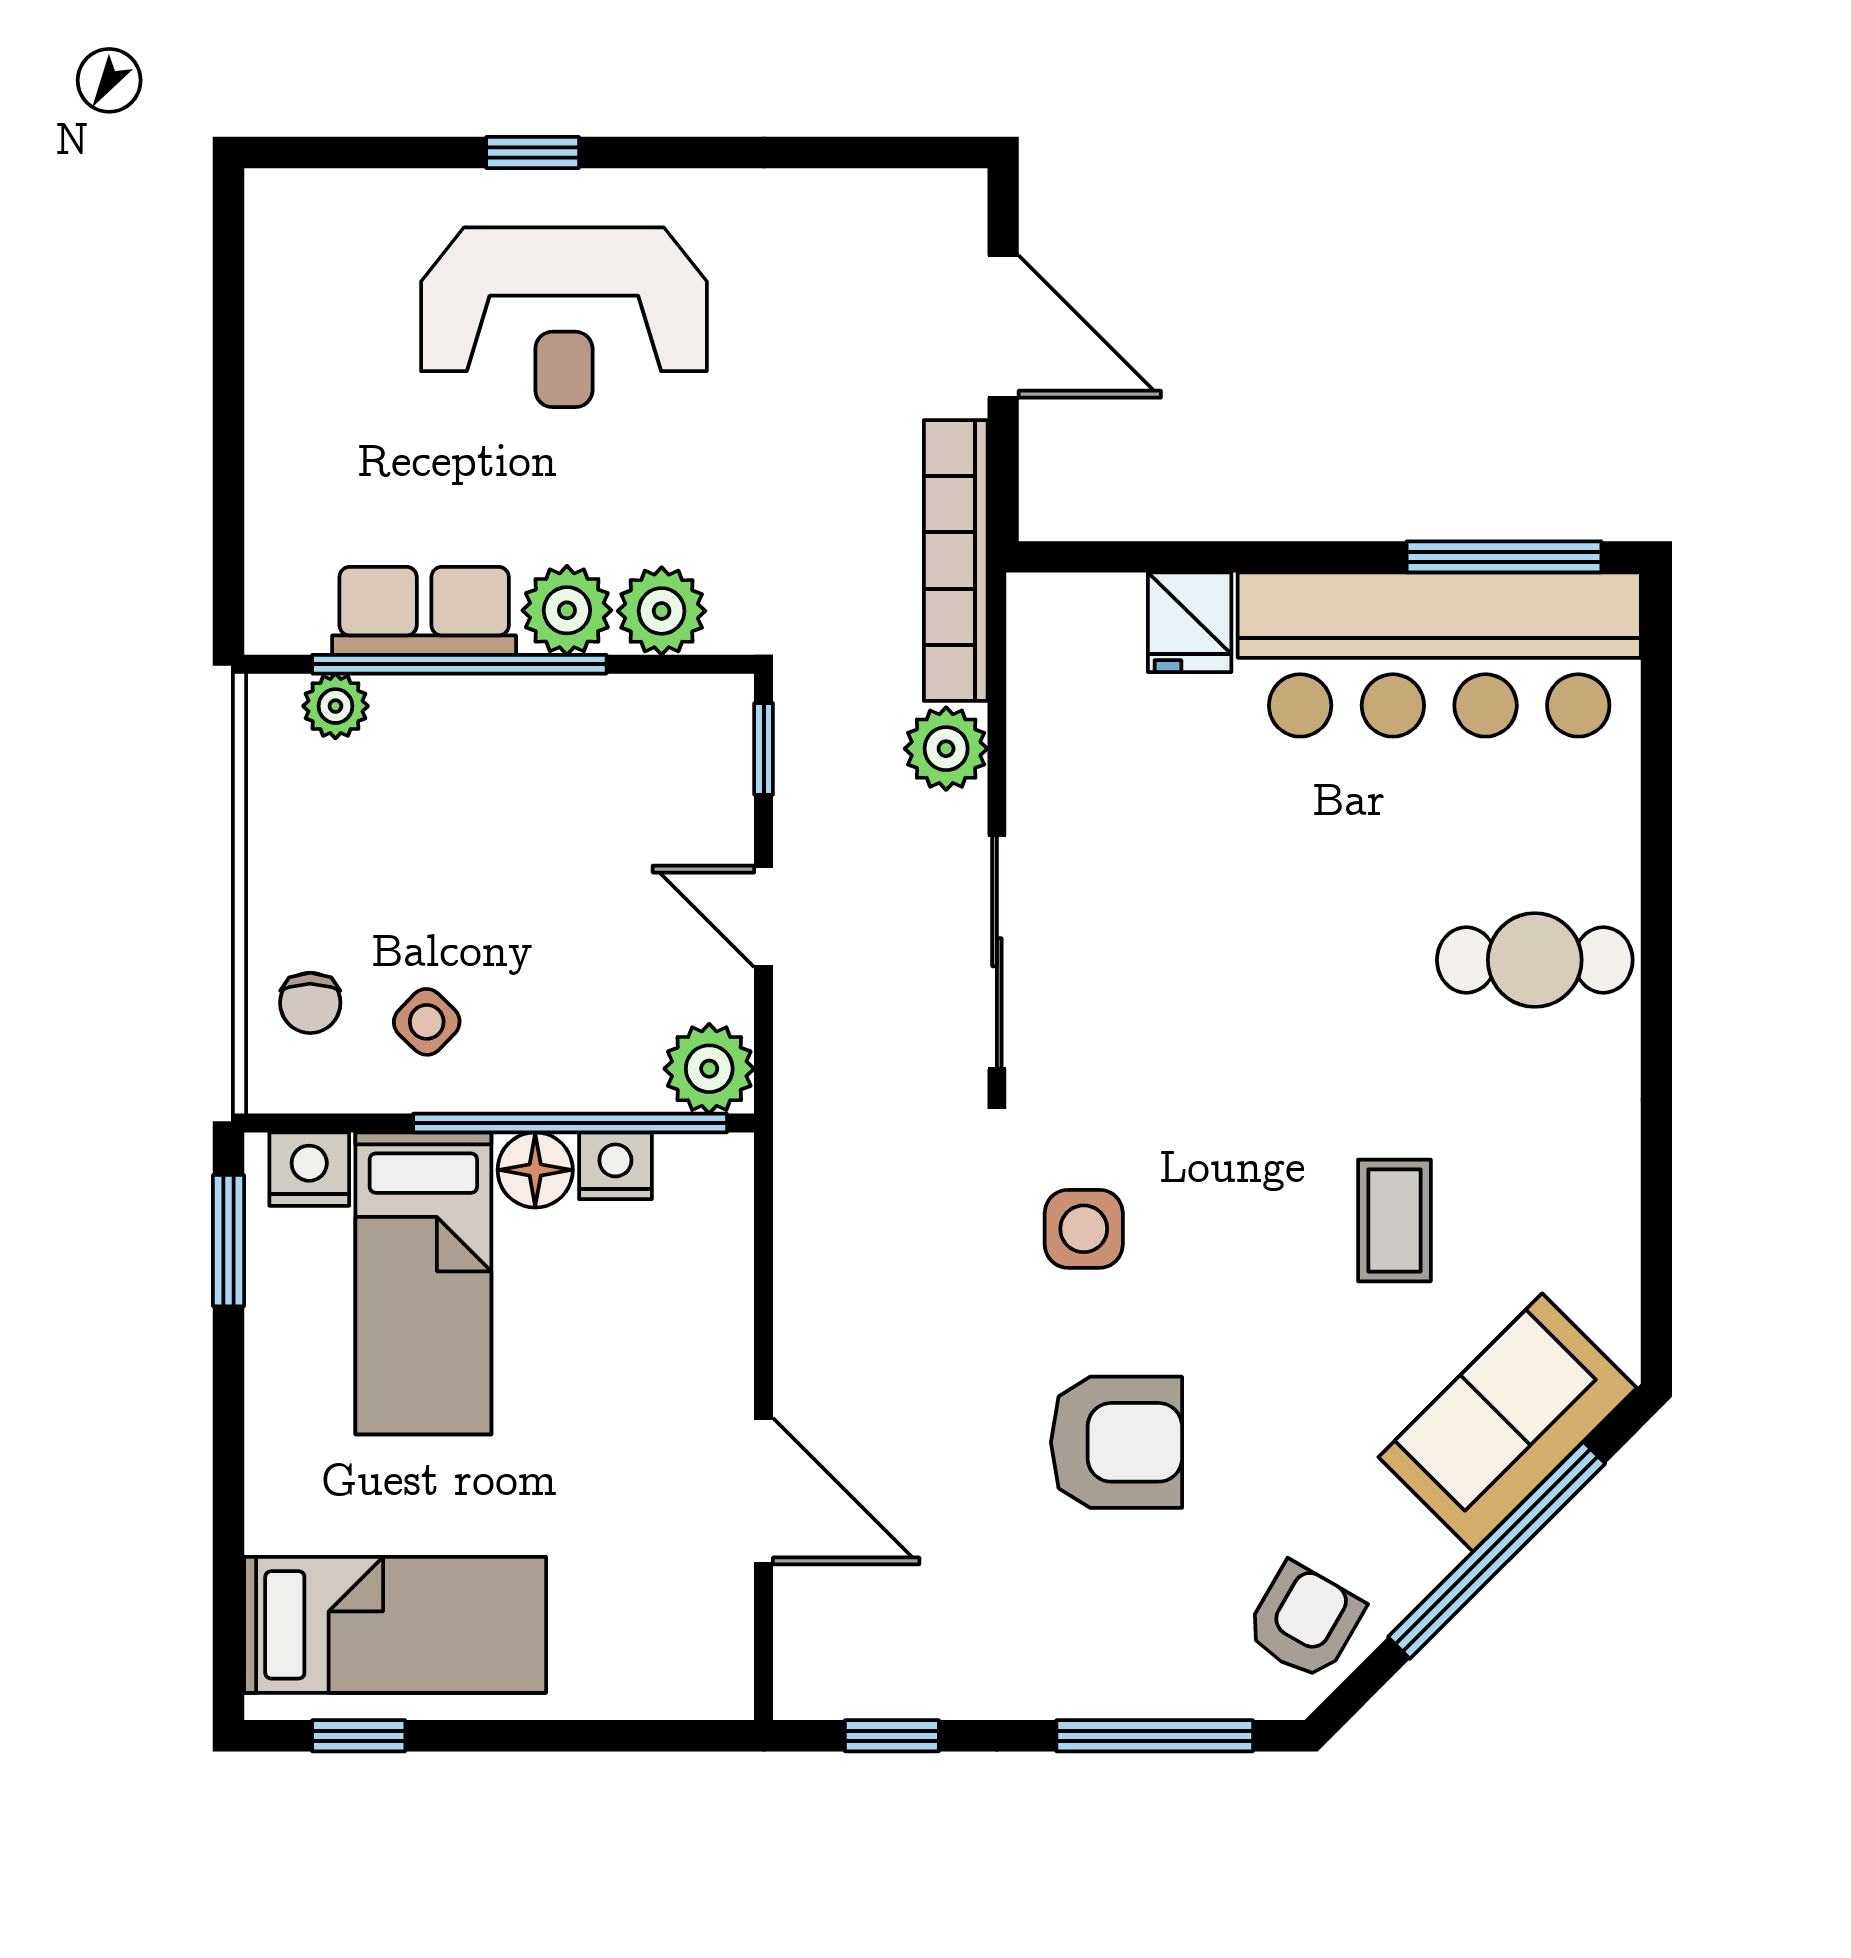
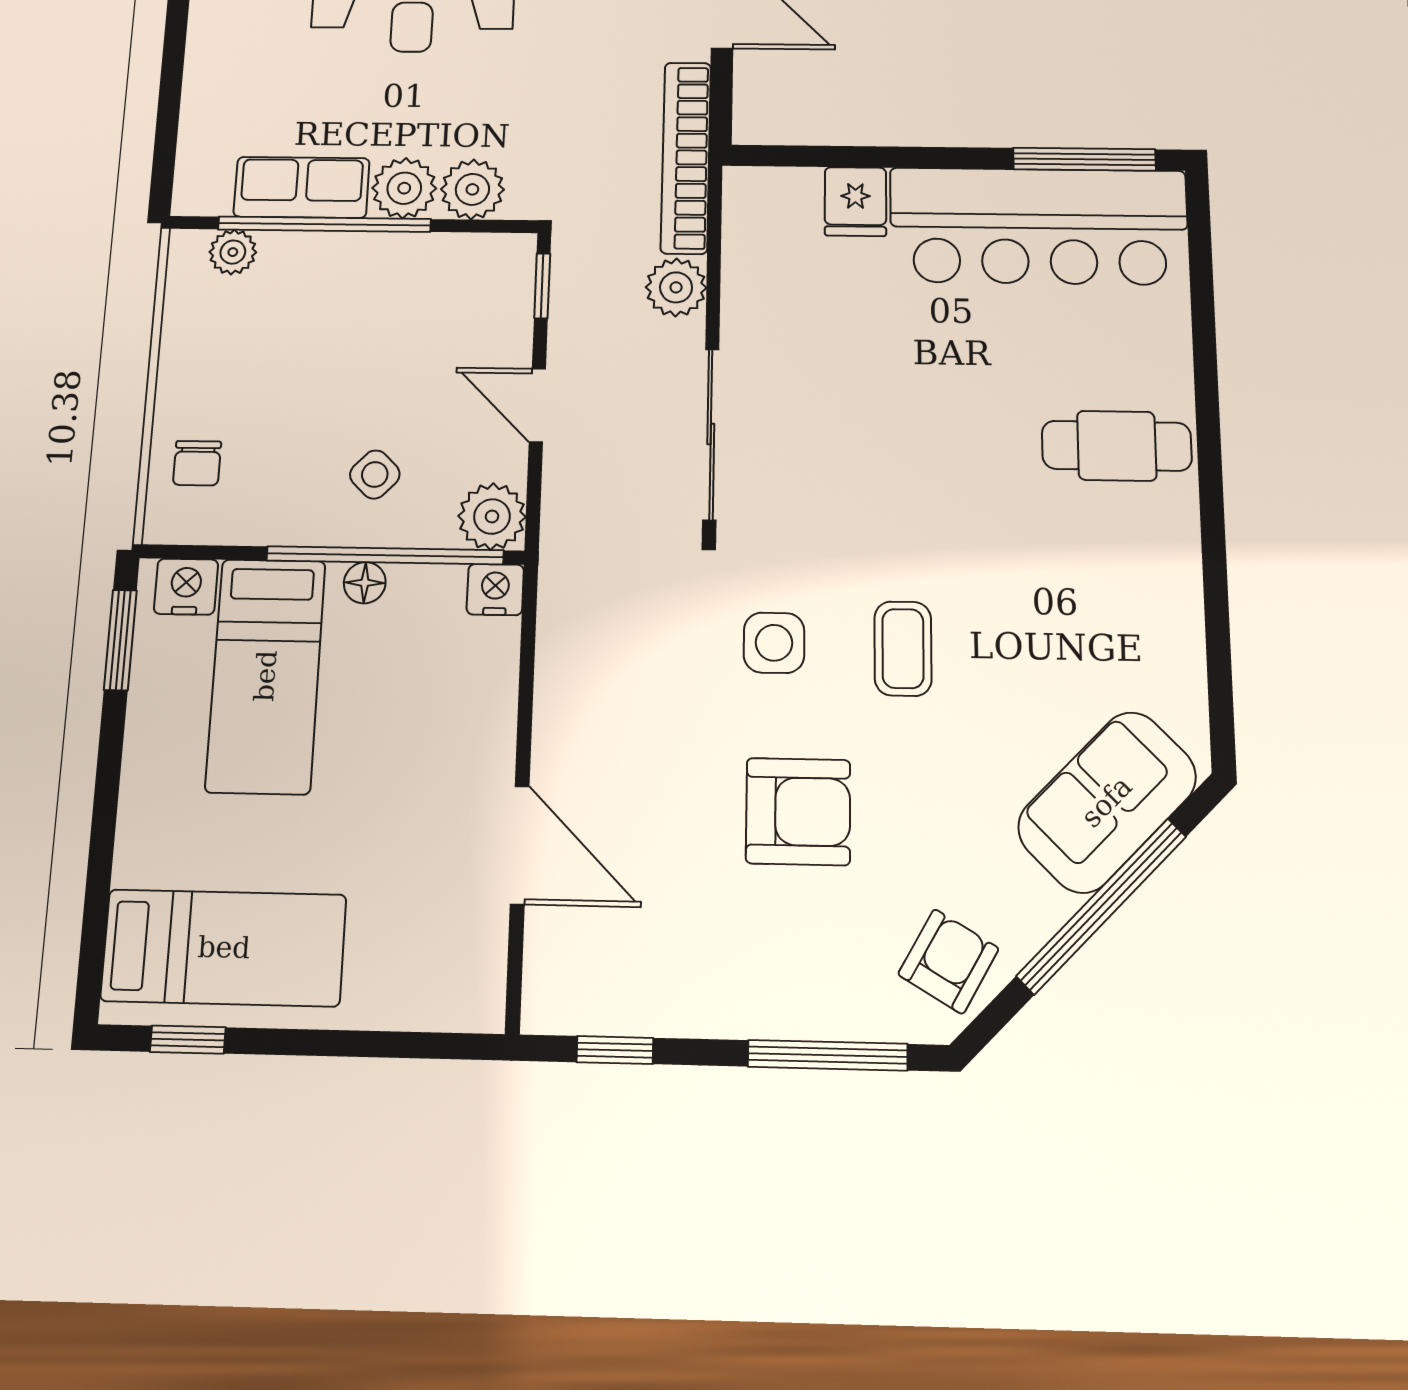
side table: (427, 1022) -> (375, 474), moved
nightstand: (615, 1166) -> (495, 590), moved
floor lamp: (535, 1170) -> (365, 583), width x0.73, depth x0.73
coffee table: (1394, 1220) -> (903, 649), moved

